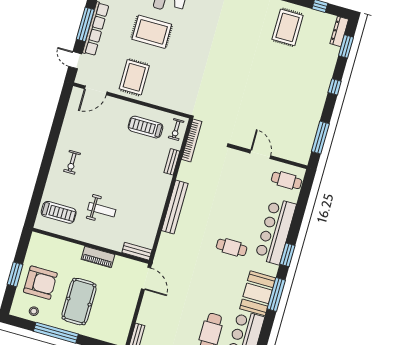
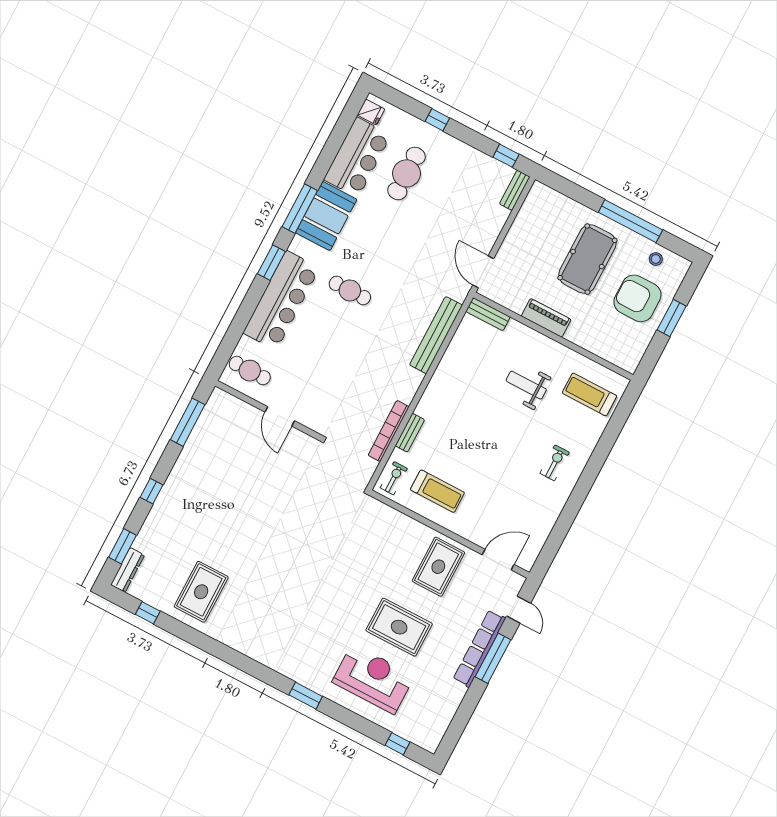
bookcase: (192, 140) -> (389, 431), moved
bench: (175, 207) -> (436, 335), moved

